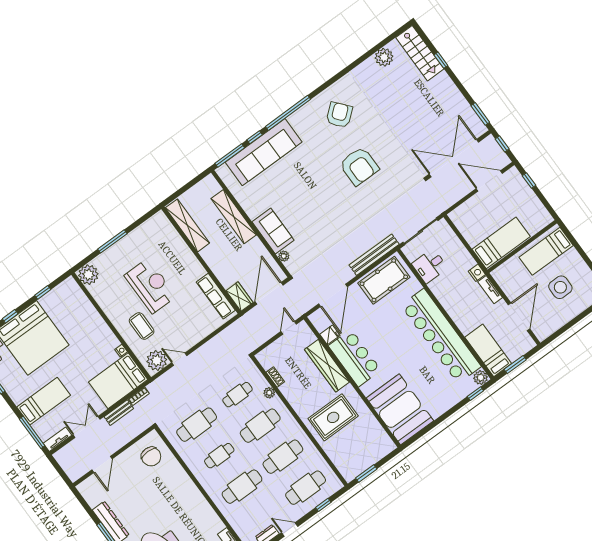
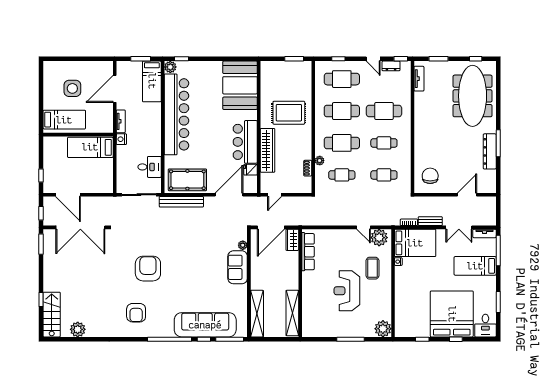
armchair: (339, 115) -> (136, 313), turned -50
shelving: (234, 217) -> (257, 314), moved
cafe table: (197, 425) -> (384, 175), width x0.73, depth x0.74

